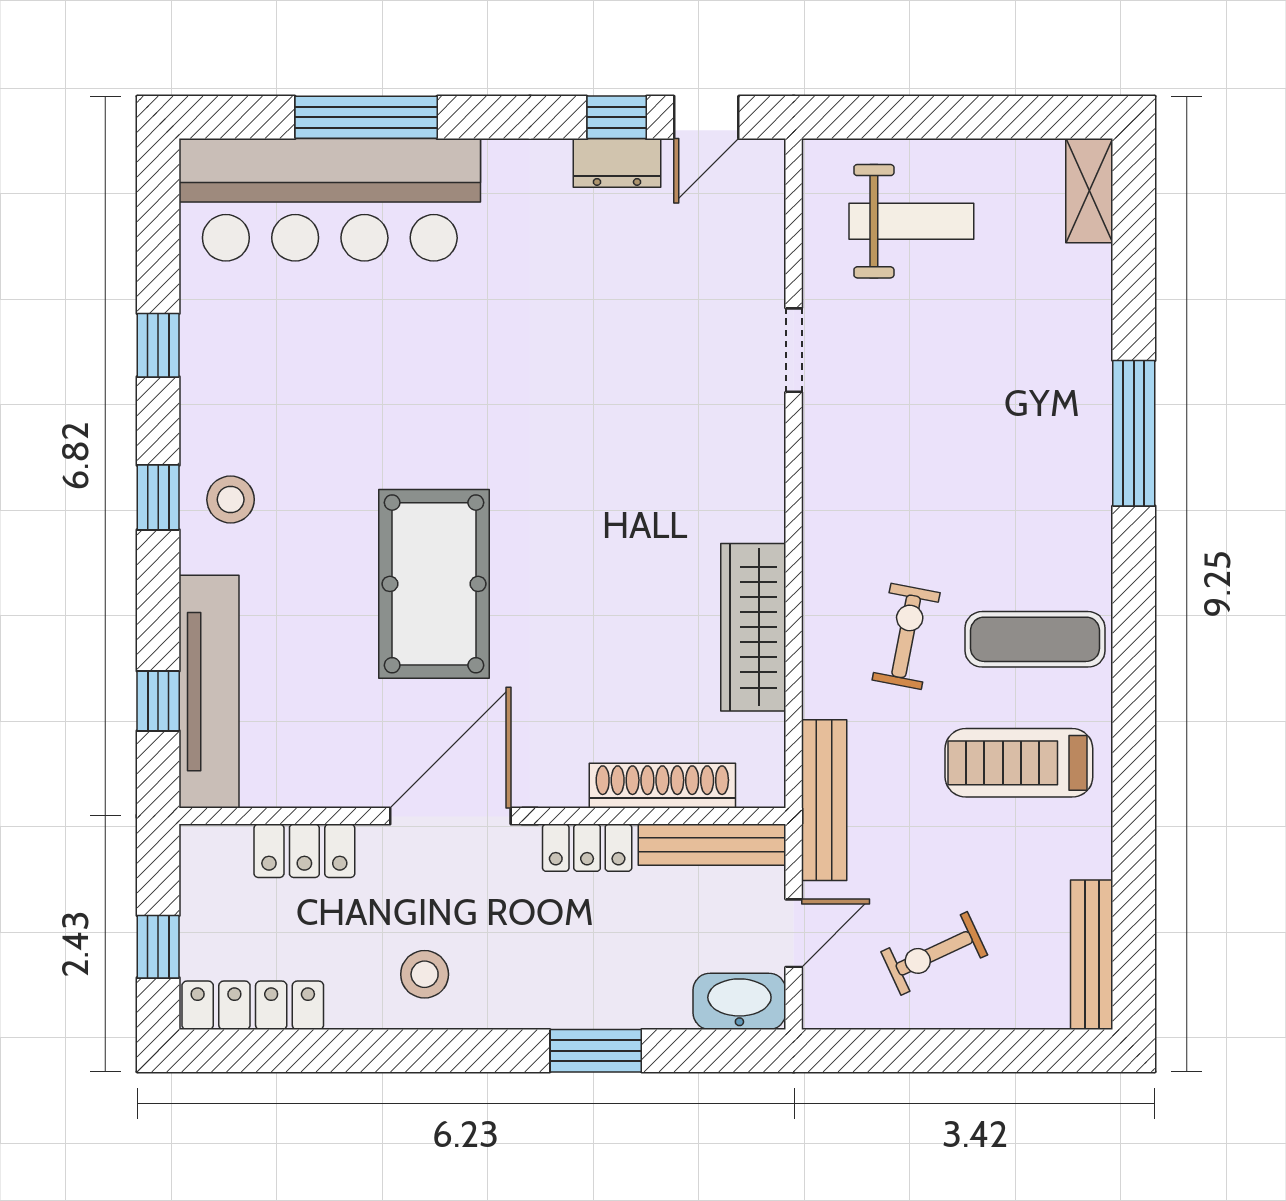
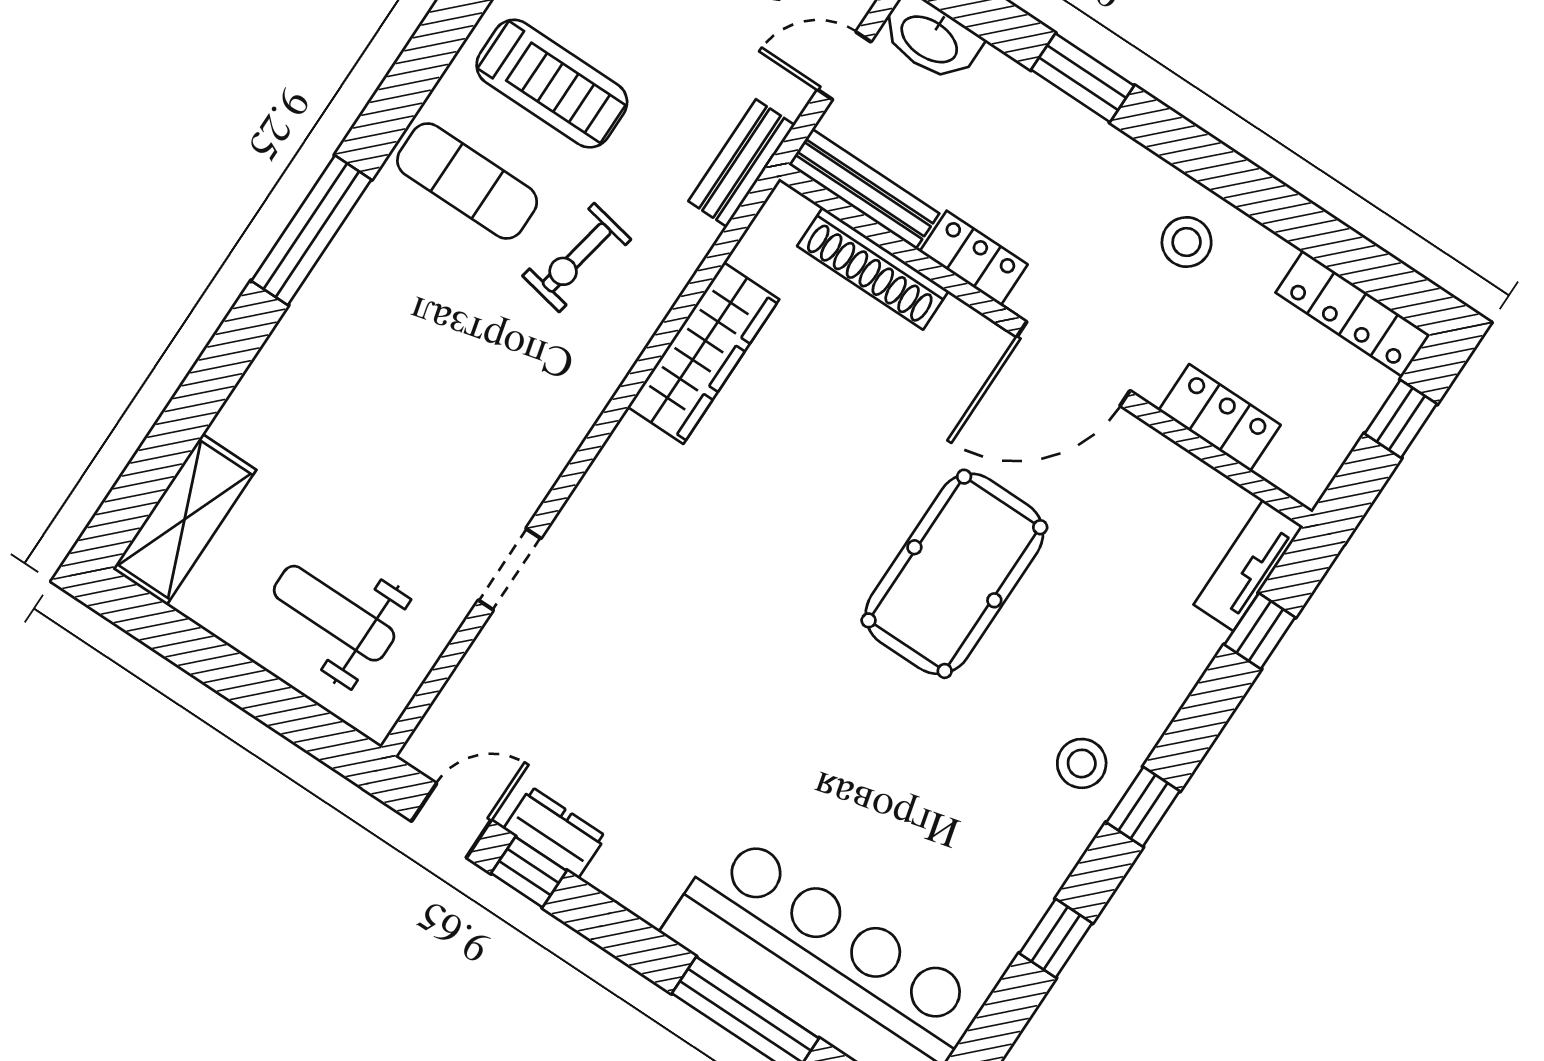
shelving: (1089, 191) -> (184, 519), width x1.50, depth x1.33
window: (1134, 433) -> (311, 230), moved
tv unit: (209, 692) -> (1248, 565), width x0.52, depth x0.78
bench: (824, 800) -> (742, 163), width x0.73

